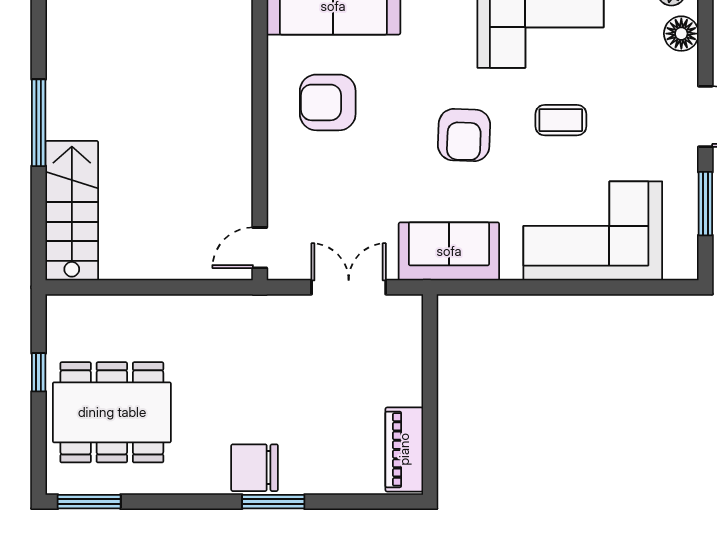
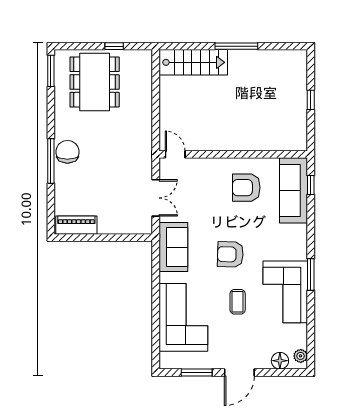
armchair: (328, 102) -> (246, 188), turned -90
window: (273, 502) -> (51, 161), width x1.44

